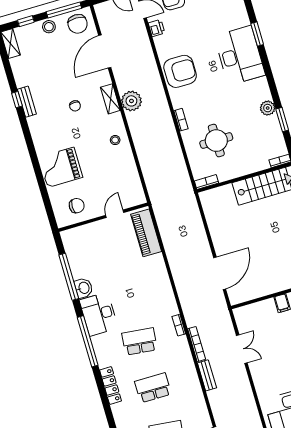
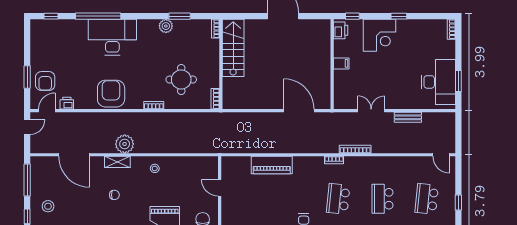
chair: (78, 24) -> (43, 172), removed
stool: (49, 27) -> (48, 206), moved
window: (257, 34) -> (98, 16), width x2.11
piano: (146, 233) -> (272, 165), moved
bench: (207, 375) -> (408, 117), moved

